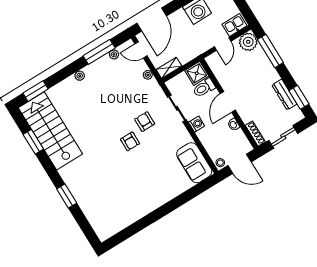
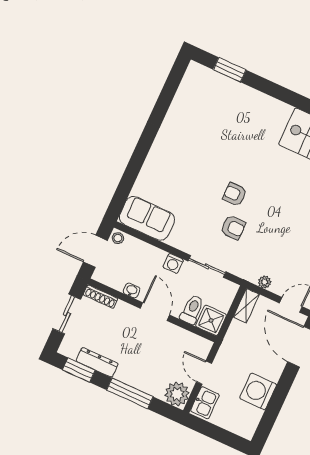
window: (270, 51) -> (130, 393), moved
window: (67, 196) -> (230, 70), moved

